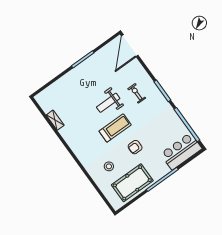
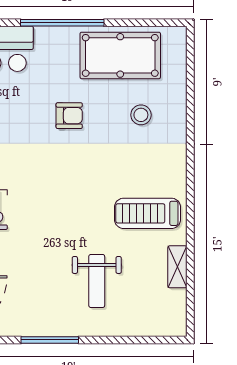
weight bench: (108, 103) -> (97, 281), moved, turned 90
treadmill: (115, 128) -> (147, 213), moved

